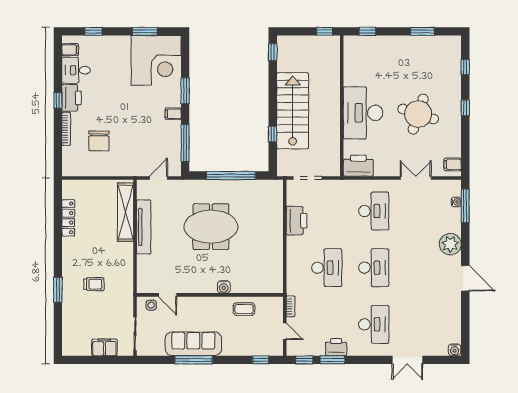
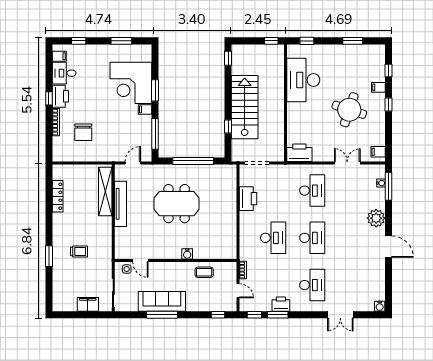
corner desk: (156, 60) -> (131, 83), moved, turned 90
filing cabinet: (453, 87) -> (378, 87), added
desk: (363, 113) -> (303, 80), moved

